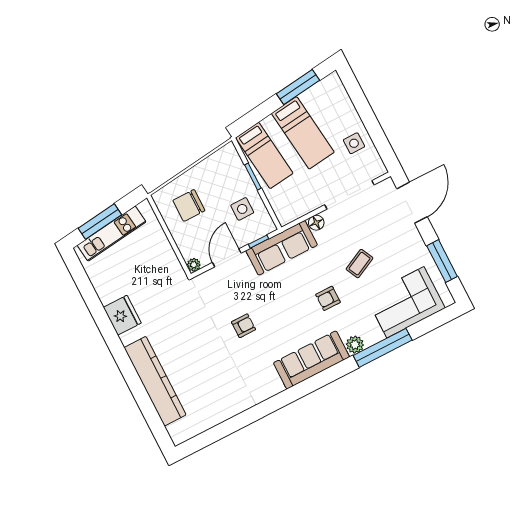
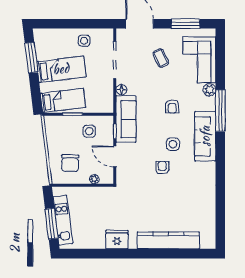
coffee table: (360, 264) -> (161, 58), moved
plant: (194, 265) -> (94, 179), moved
side table: (280, 324) -> (173, 144), added
plant: (355, 345) -> (209, 90), moved
window: (383, 348) -> (220, 111), moved

